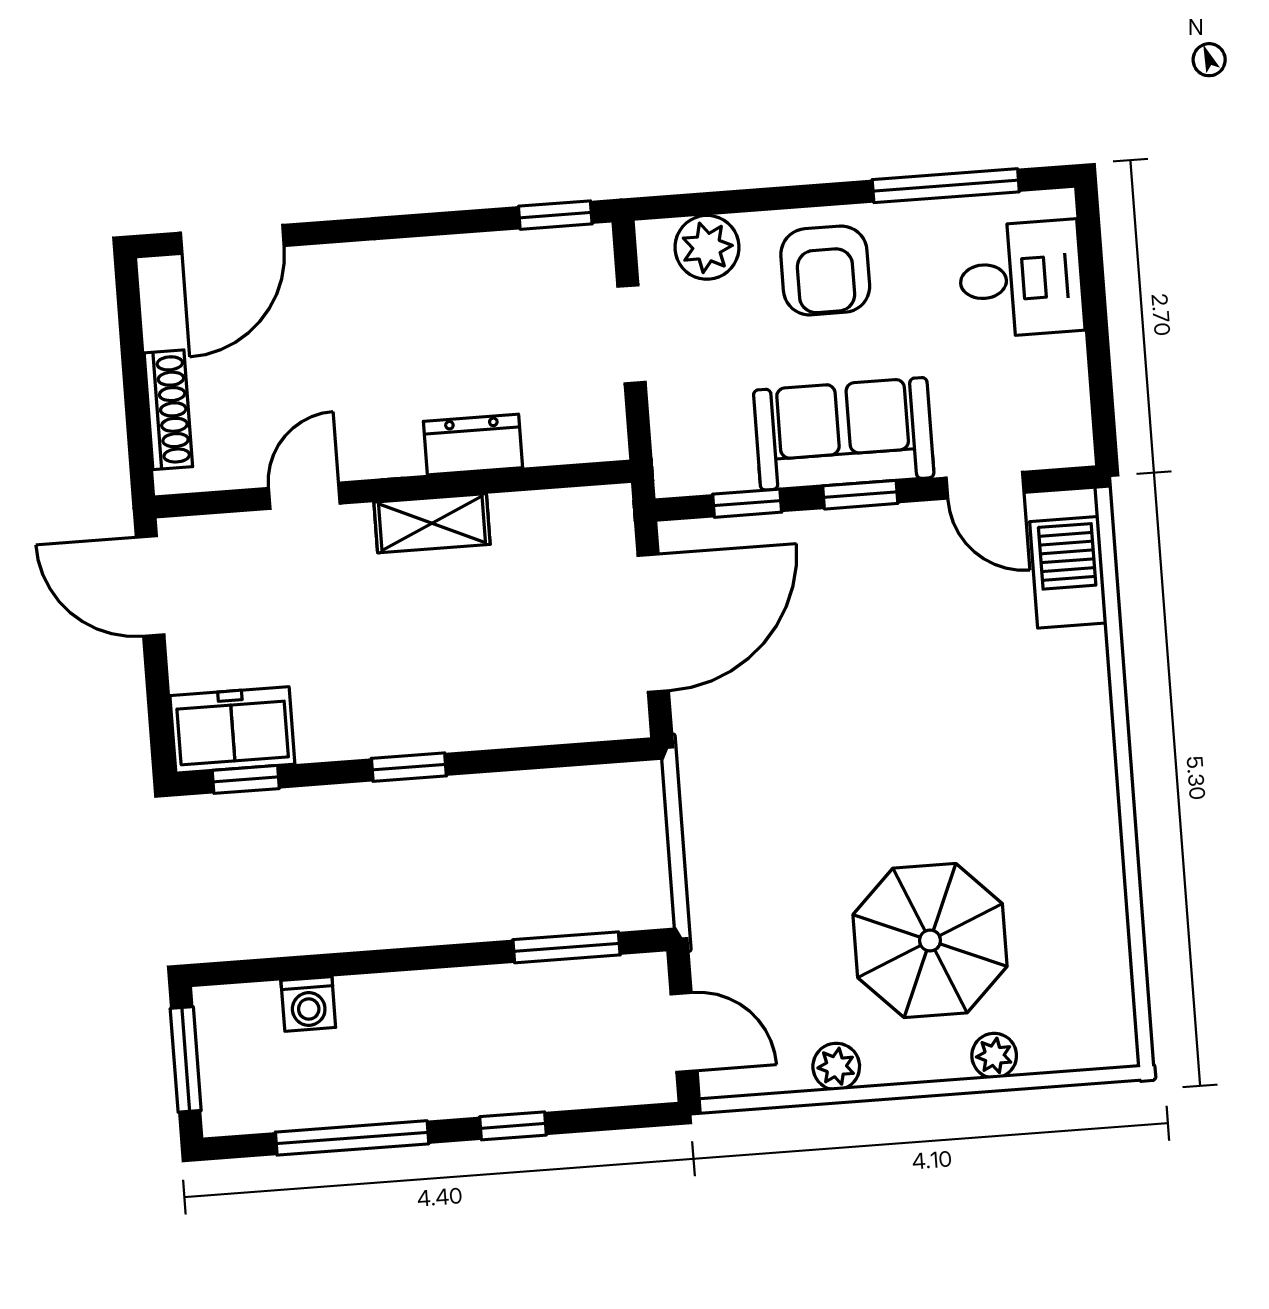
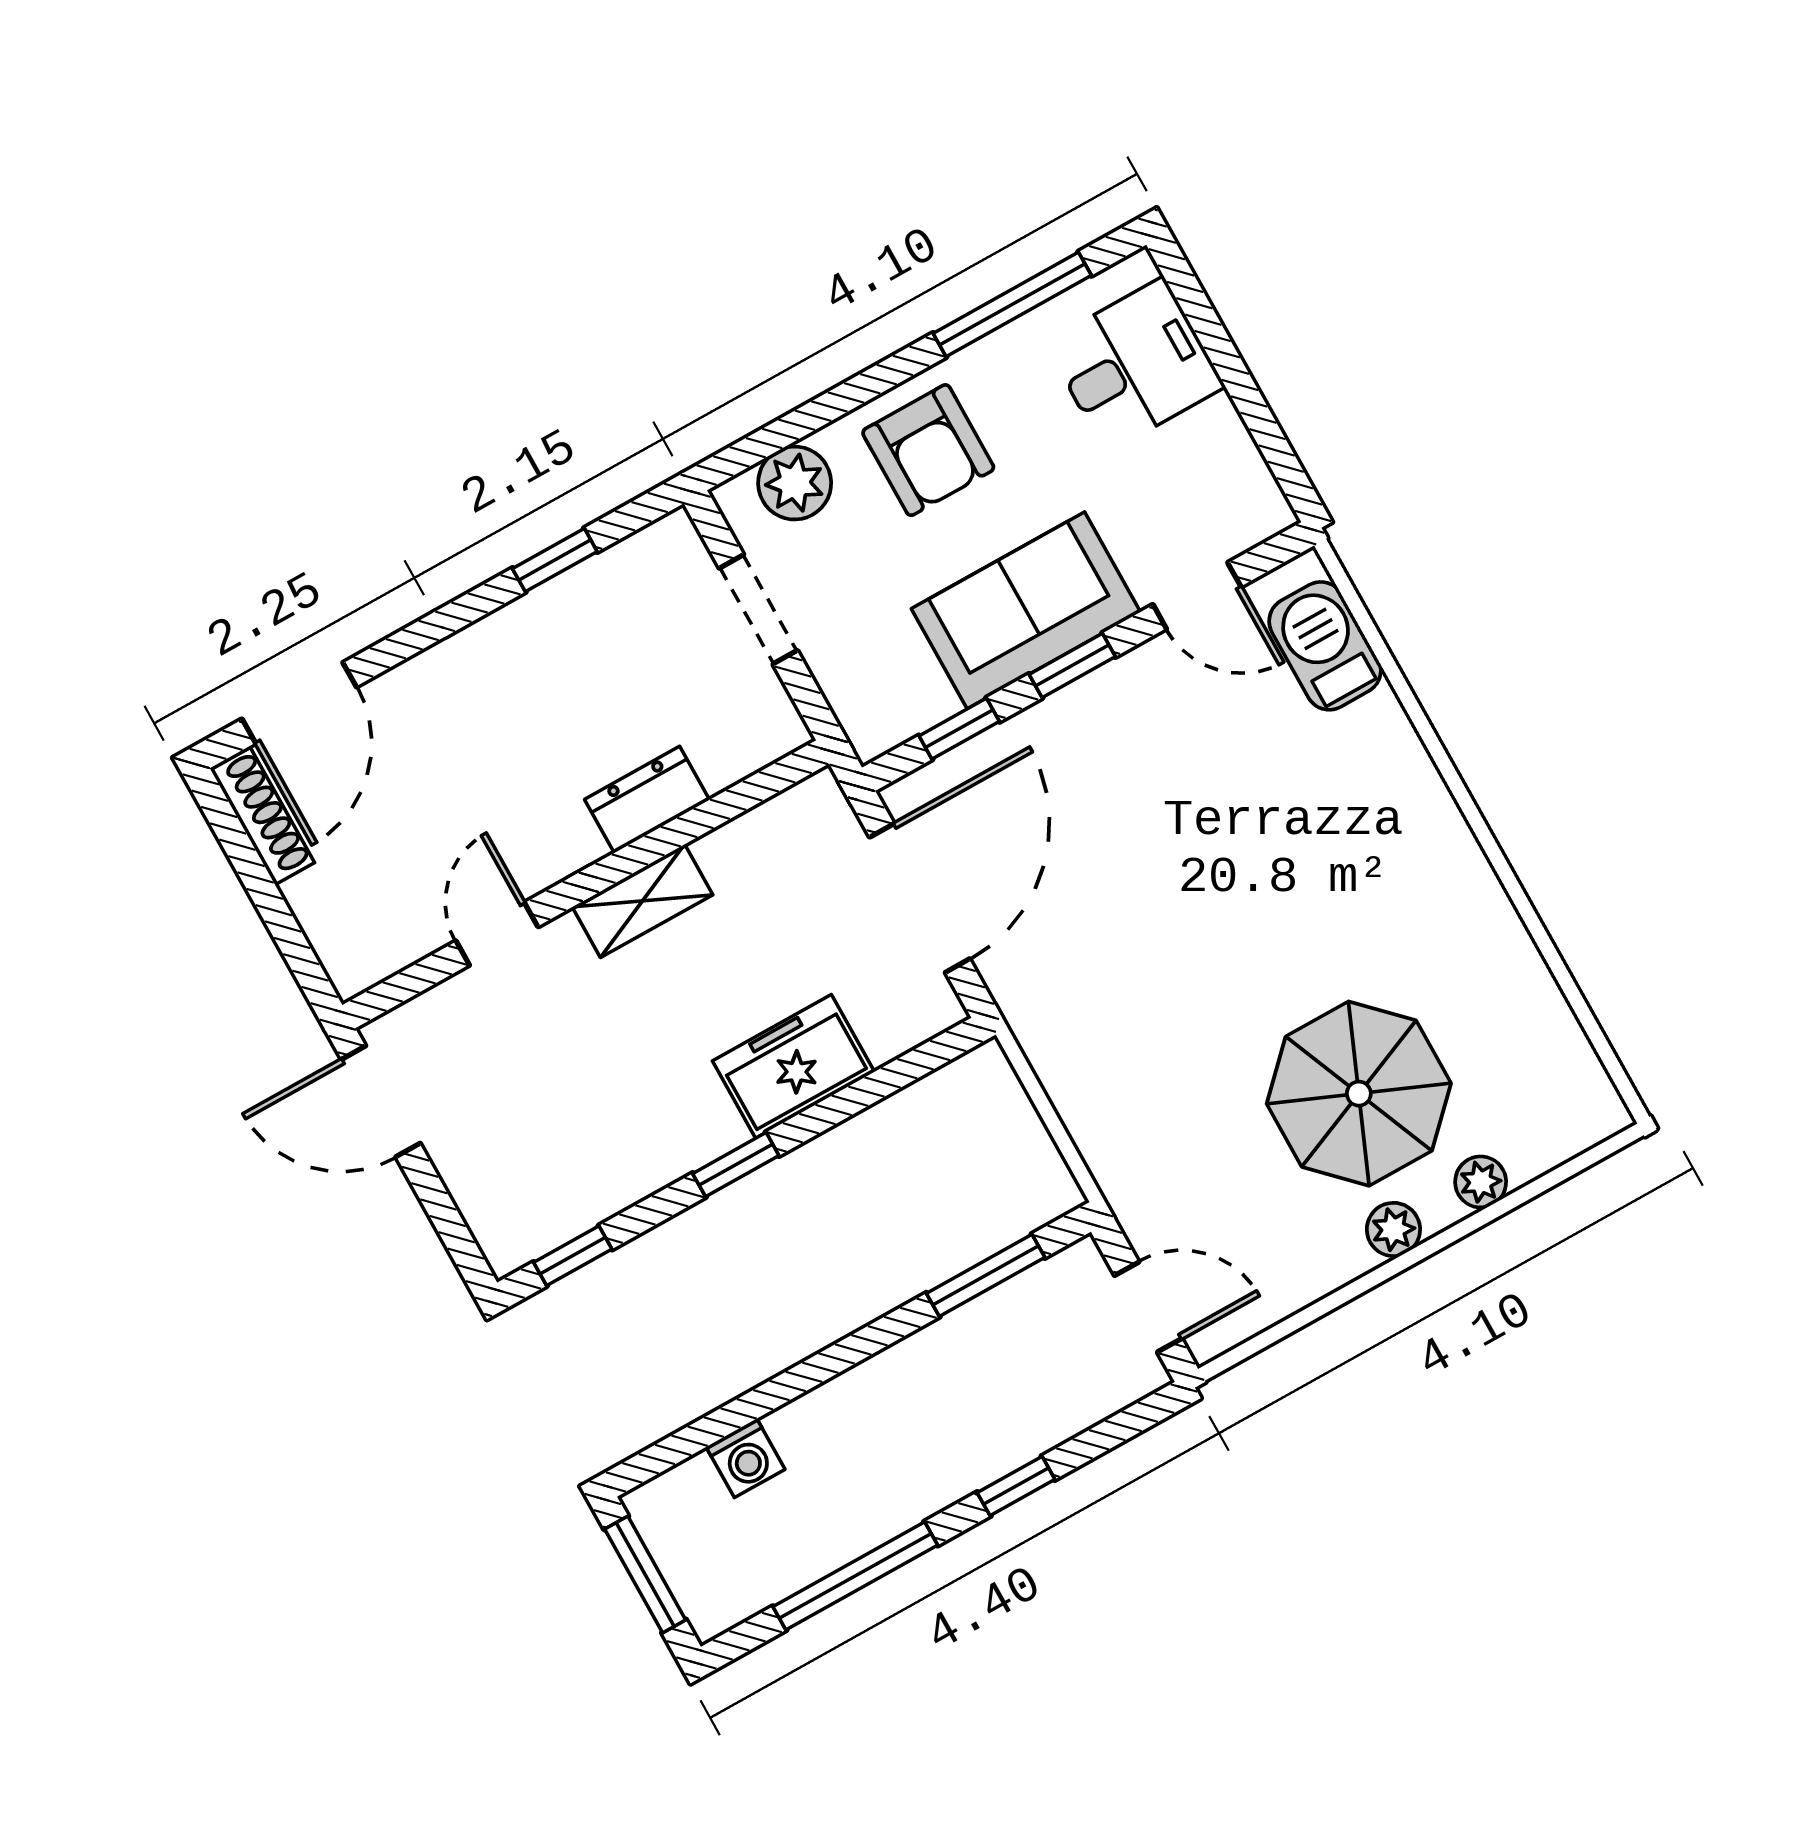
window: (555, 215) -> (555, 560), moved
shoe rack: (168, 410) -> (262, 815), moved
freezer: (232, 730) -> (794, 1066), moved
plant: (836, 1067) -> (1393, 1229), moved

